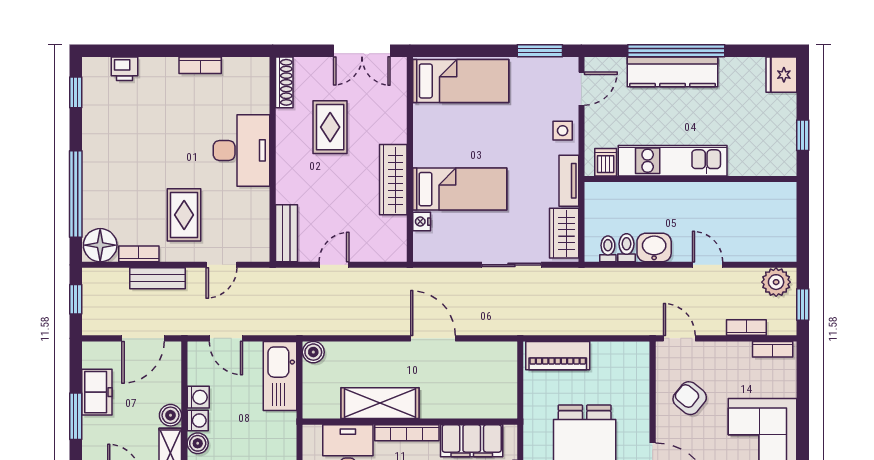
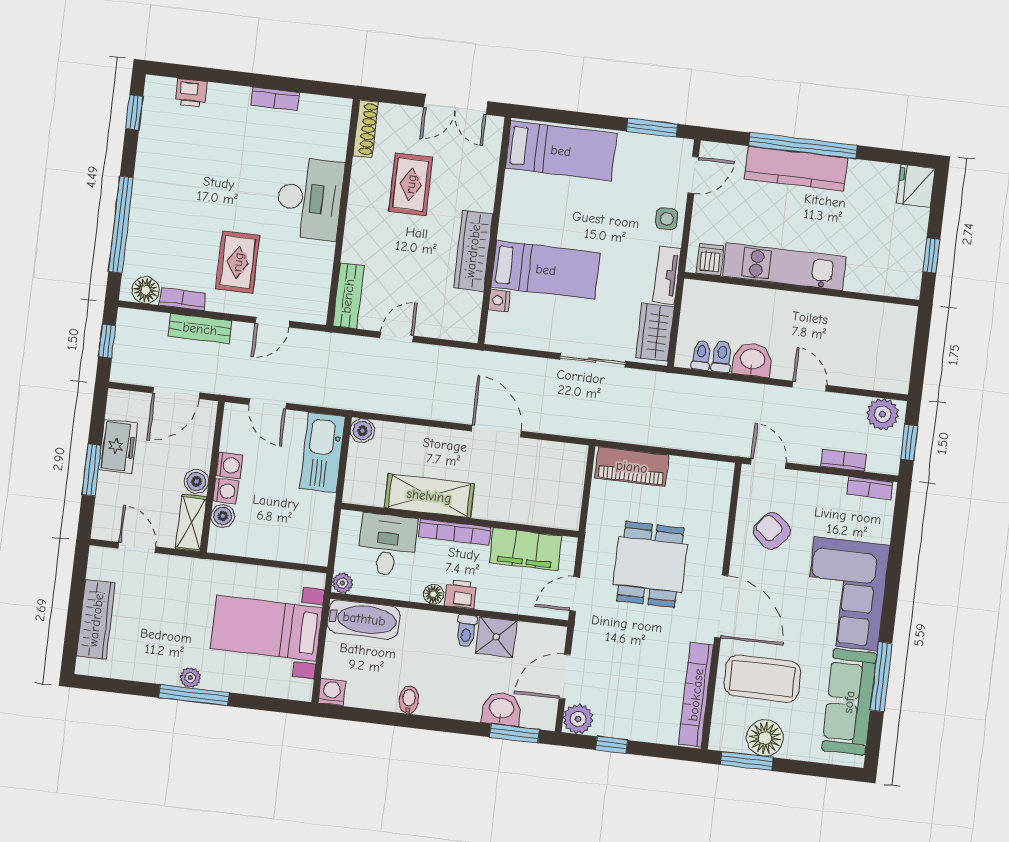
floor lamp: (100, 245) -> (146, 290), width x0.73, depth x0.73

